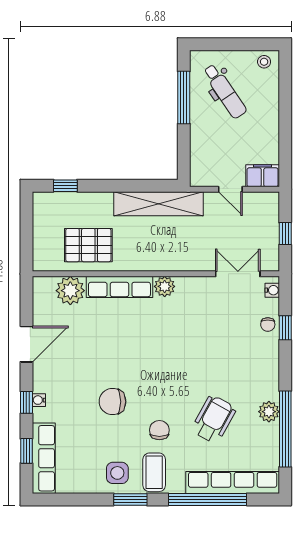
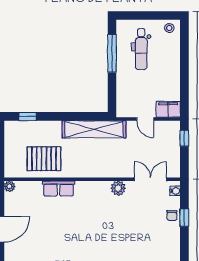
dental chair: (225, 91) -> (141, 49), turned 34
window: (285, 234) -> (184, 138), moved
plant: (165, 286) -> (118, 188), moved
row of seats: (119, 287) -> (58, 189), width x0.68
plant: (70, 291) -> (10, 186), moved, width x0.53, depth x0.53

